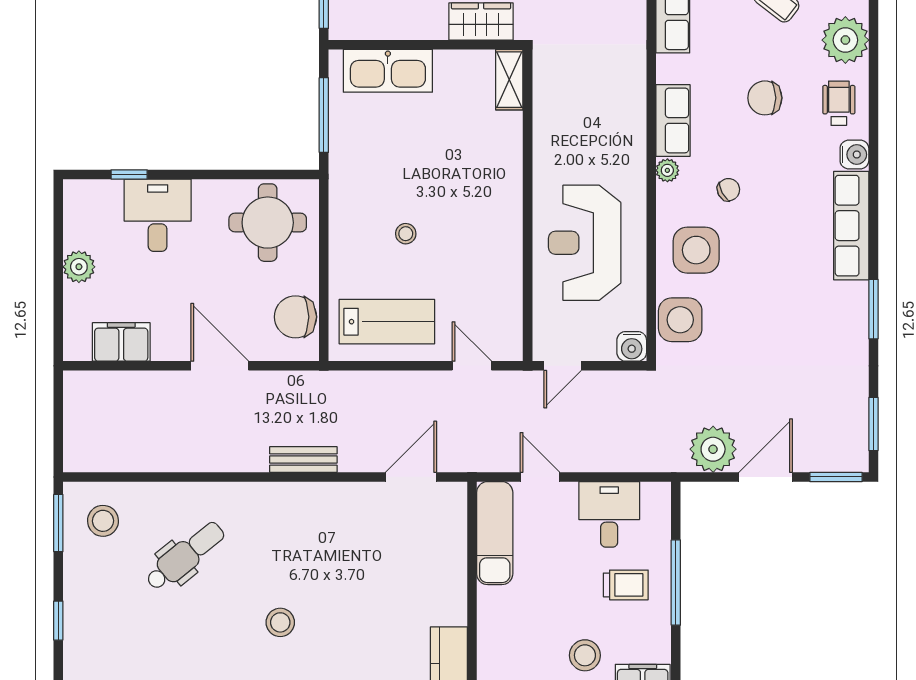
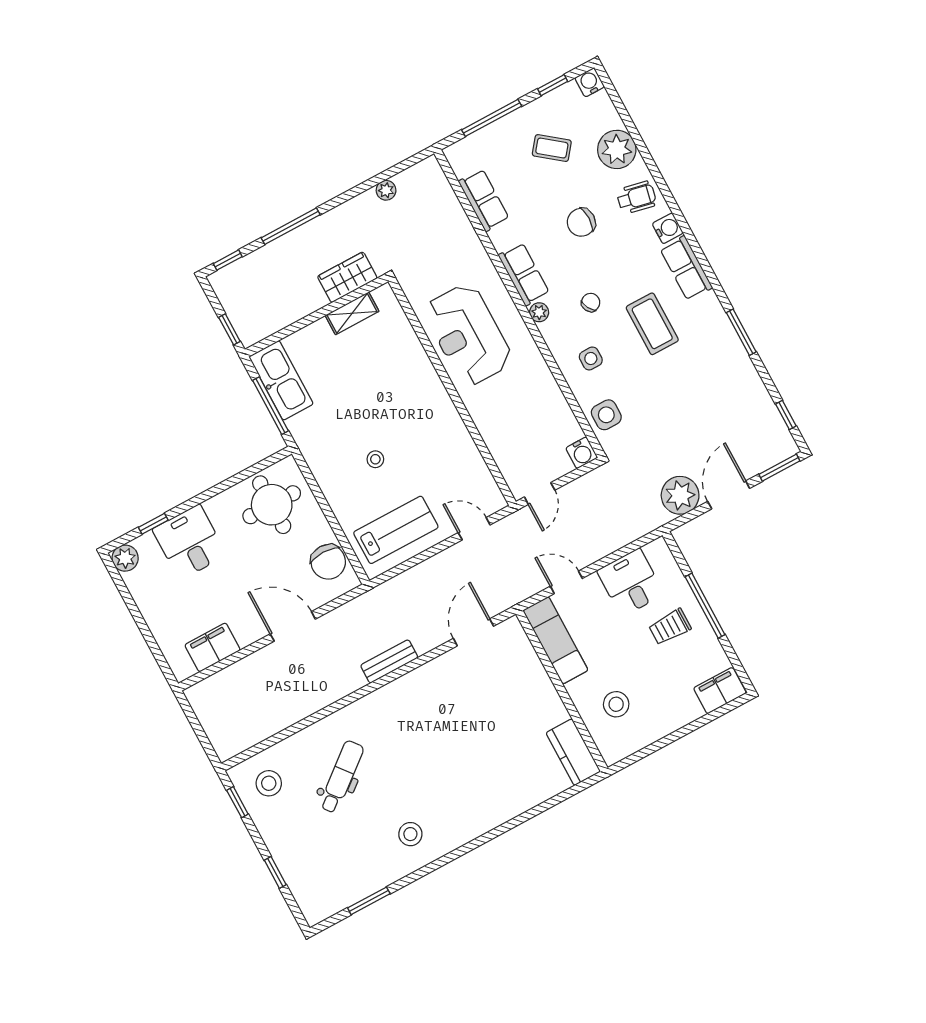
kitchen sink: (388, 71) -> (281, 380), moved, turned -90
shelving: (509, 80) -> (352, 313), moved, turned 90
wheelchair: (839, 103) -> (637, 197), turned 102
row of seats: (851, 226) -> (686, 268), width x0.68
reception desk: (585, 243) -> (468, 335), moved
coffee table: (782, 248) -> (652, 324), added
side table: (696, 250) -> (591, 358), width x0.54, depth x0.54
plant: (79, 267) -> (125, 558), moved
chair: (295, 317) -> (328, 562), turned -90
side table: (680, 320) -> (606, 415), width x0.73, depth x0.73
window: (873, 424) -> (786, 415), width x0.67
window: (58, 523) -> (237, 802), width x0.67
trolley: (626, 585) -> (670, 627), turned 180
stool: (280, 622) -> (410, 834), moved
stool: (585, 655) -> (616, 704), moved

